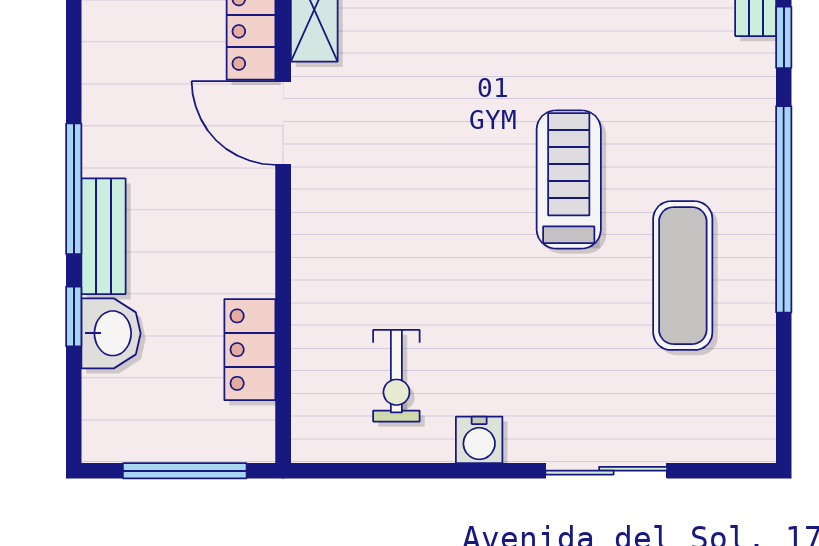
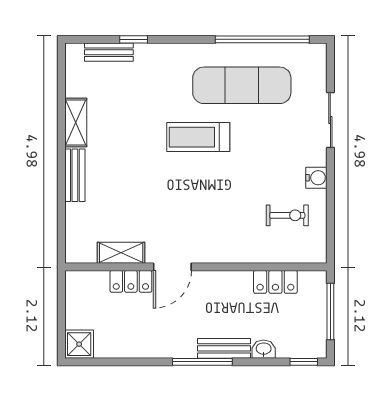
window: (784, 209) -> (262, 39), moved
exercise mat: (683, 276) -> (242, 85), width x1.36, depth x1.45
window: (74, 317) -> (304, 362), moved
washbasin: (111, 333) -> (264, 349), width x0.72, depth x0.69

